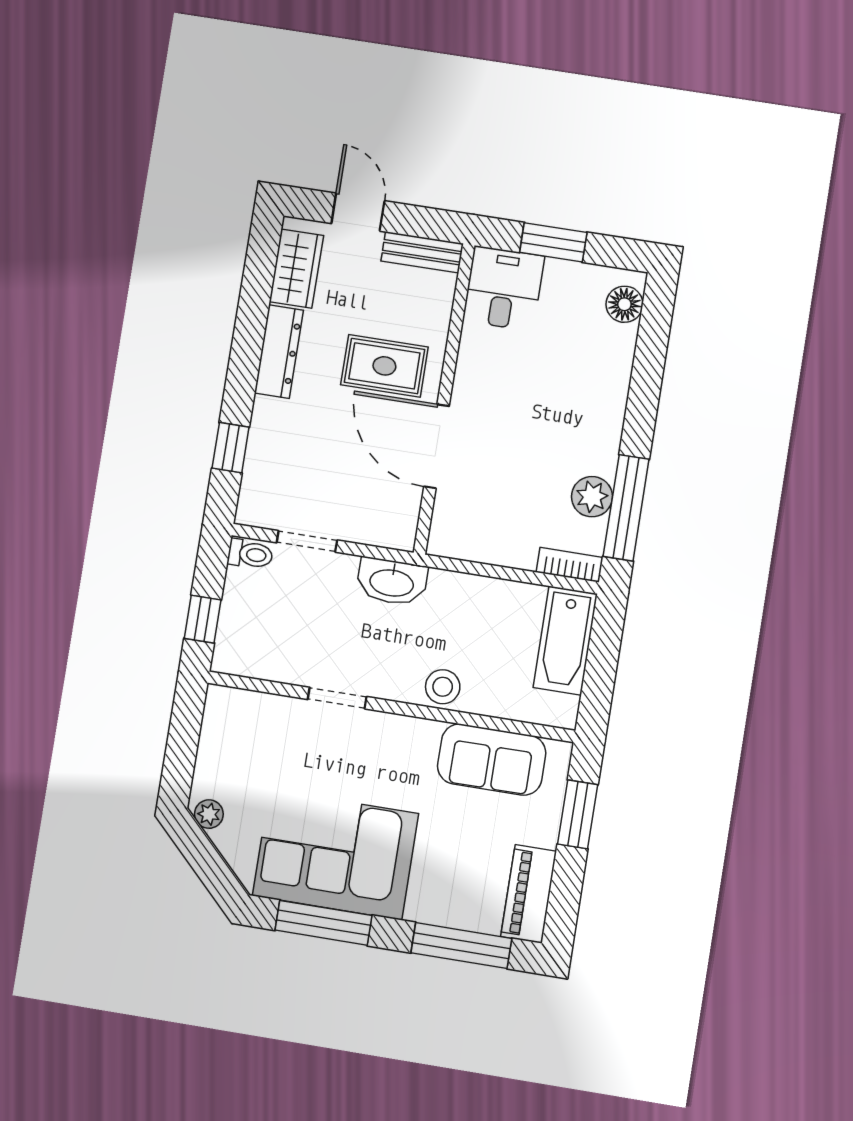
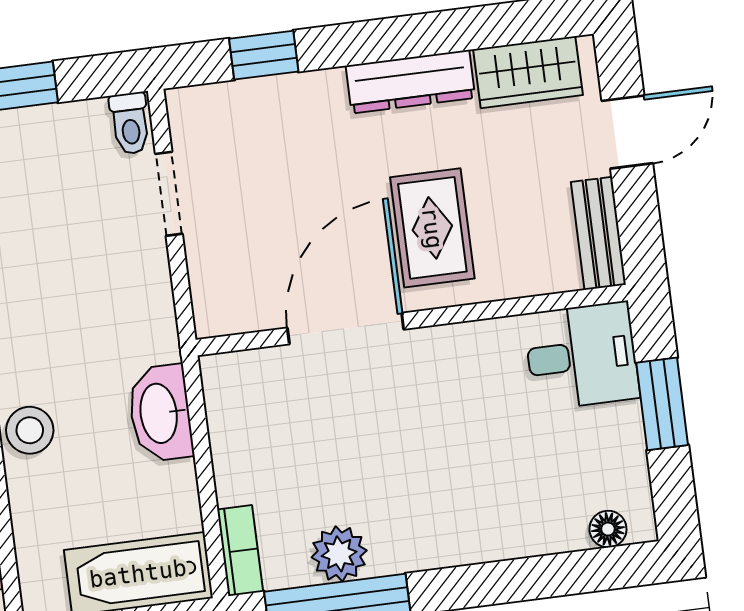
floor lamp: (624, 304) -> (608, 529), width x0.73, depth x0.73
washbasin: (392, 582) -> (160, 413), moved

